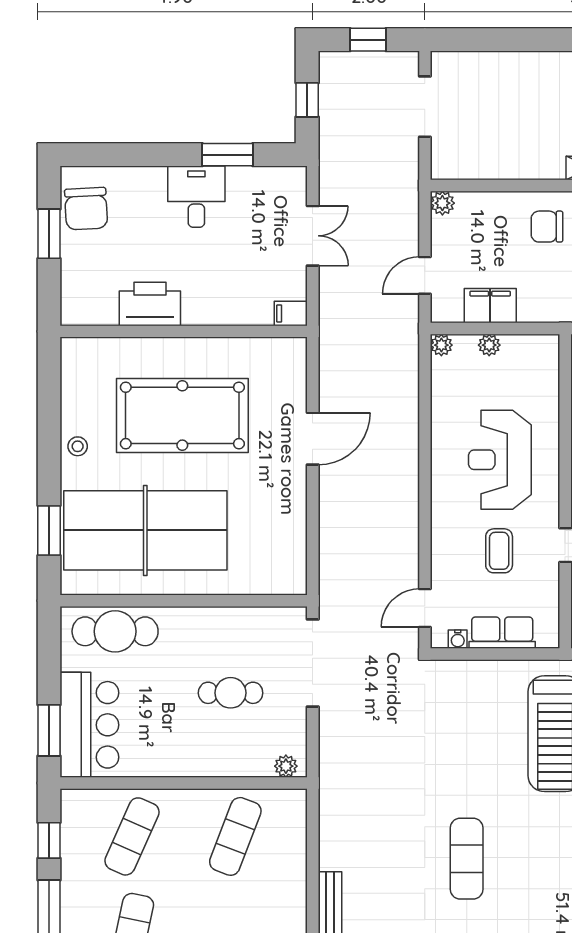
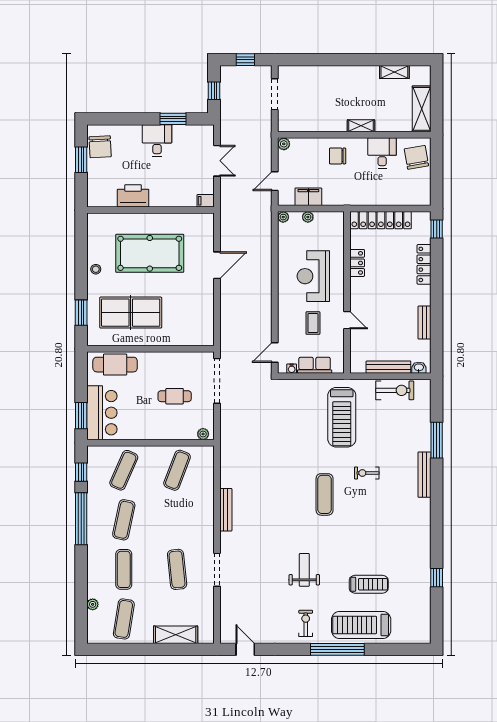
table tennis table: (145, 530) -> (131, 313), width x0.73, depth x0.76
exercise mat: (467, 859) -> (325, 494), moved

